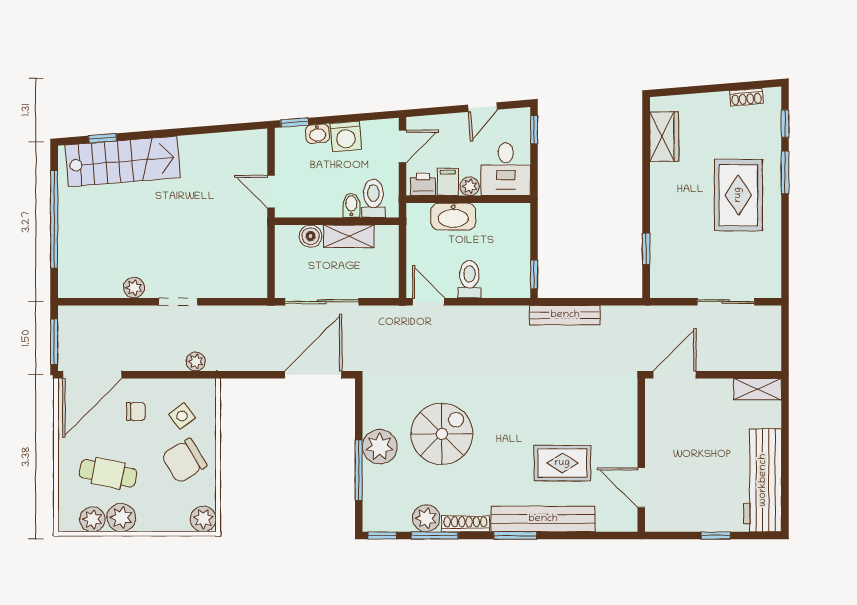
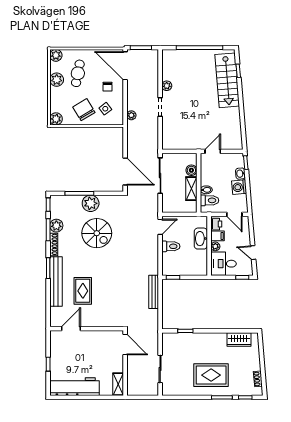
plant: (92, 519) -> (56, 55), moved

